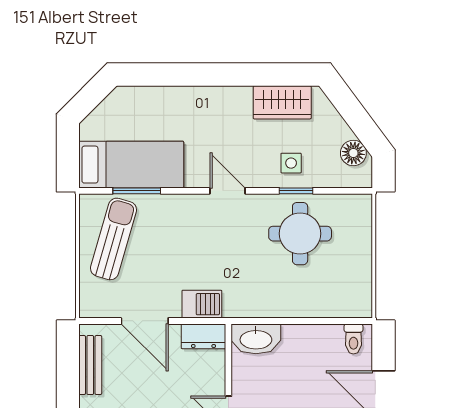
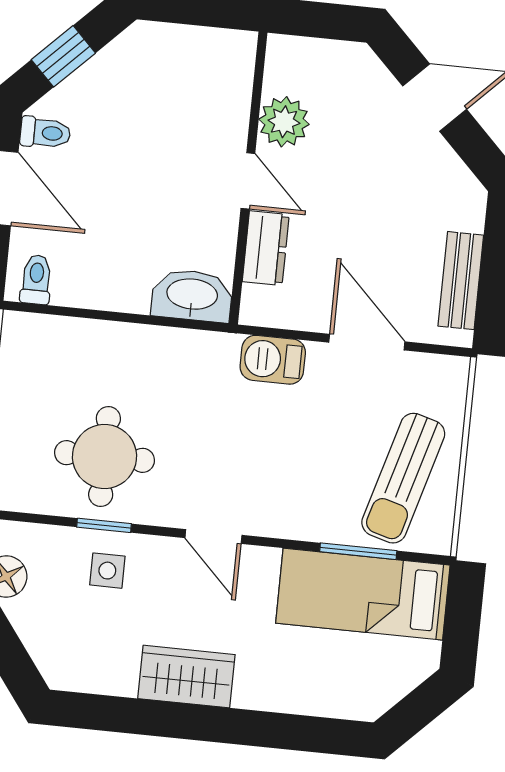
wardrobe: (282, 102) -> (186, 677), moved
dresser: (203, 336) -> (266, 248), moved, turned 90

